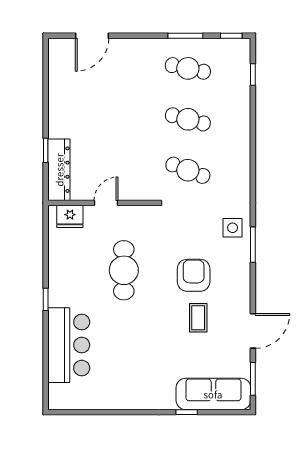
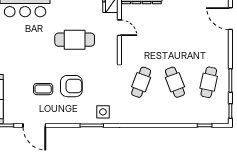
cafe table: (188, 119) -> (175, 82), turned -36

